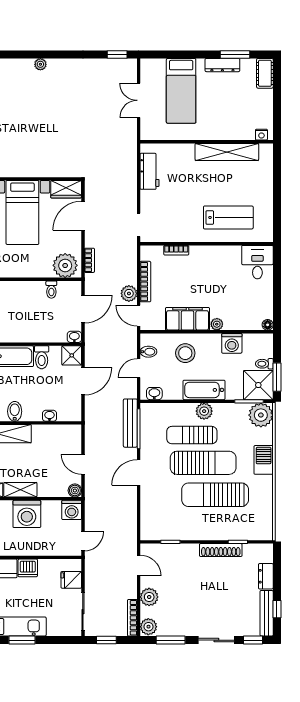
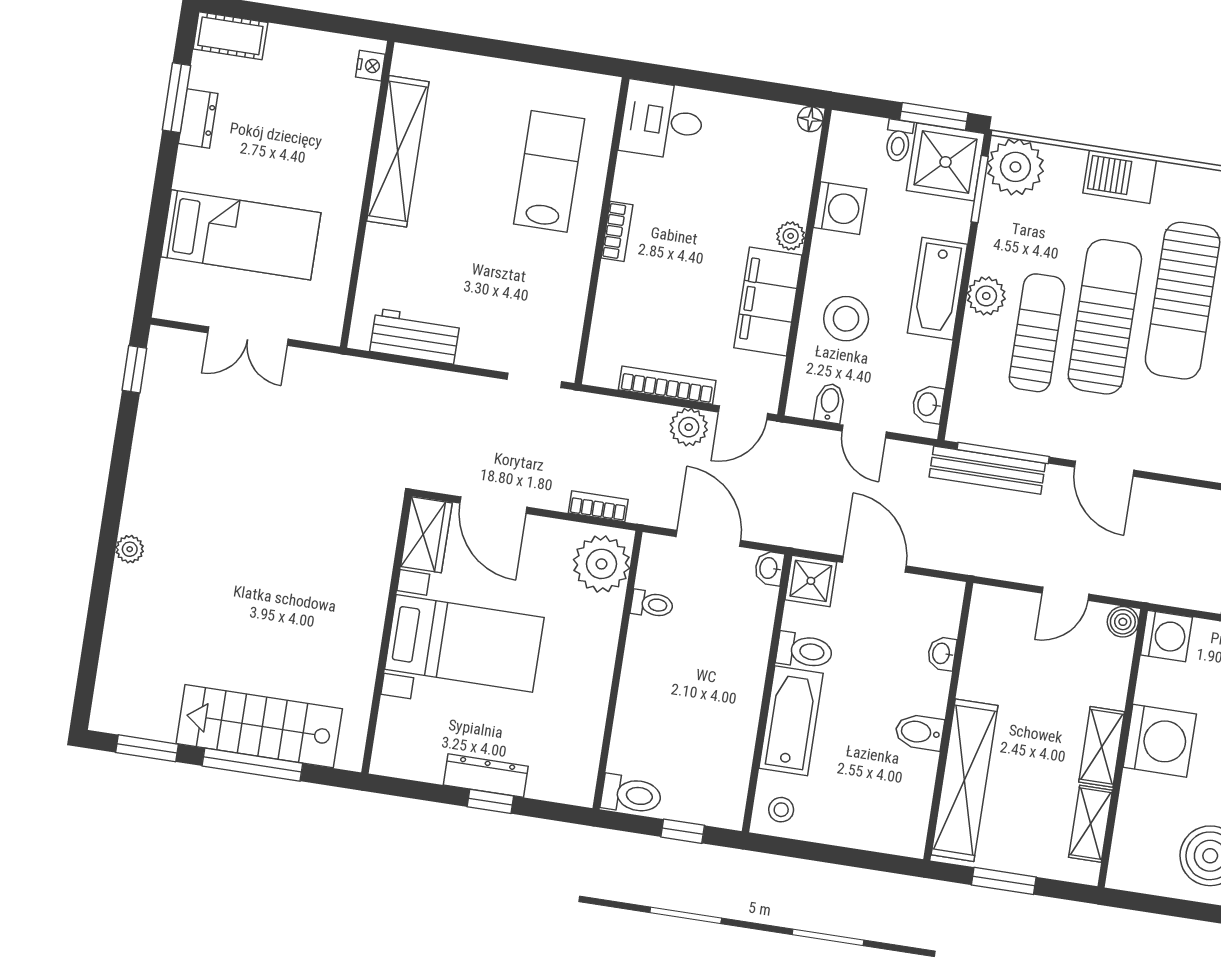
dresser: (222, 65) -> (198, 119), width x0.70
bookcase: (176, 250) -> (617, 231), moved
sun lounger: (192, 435) -> (1037, 333), turned 180

